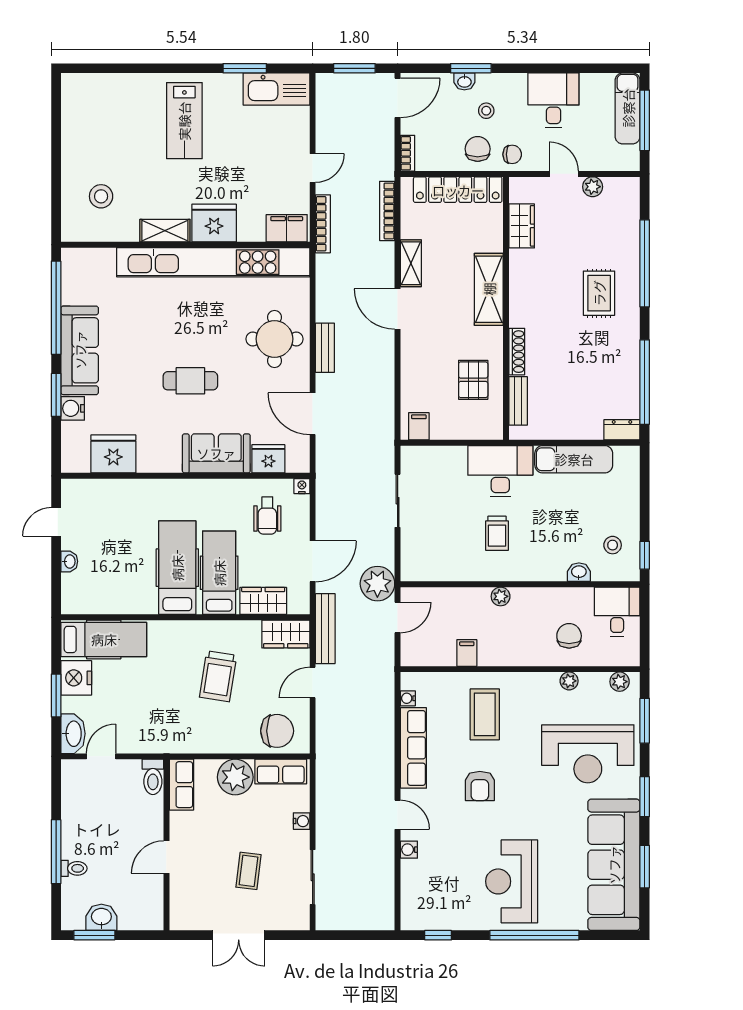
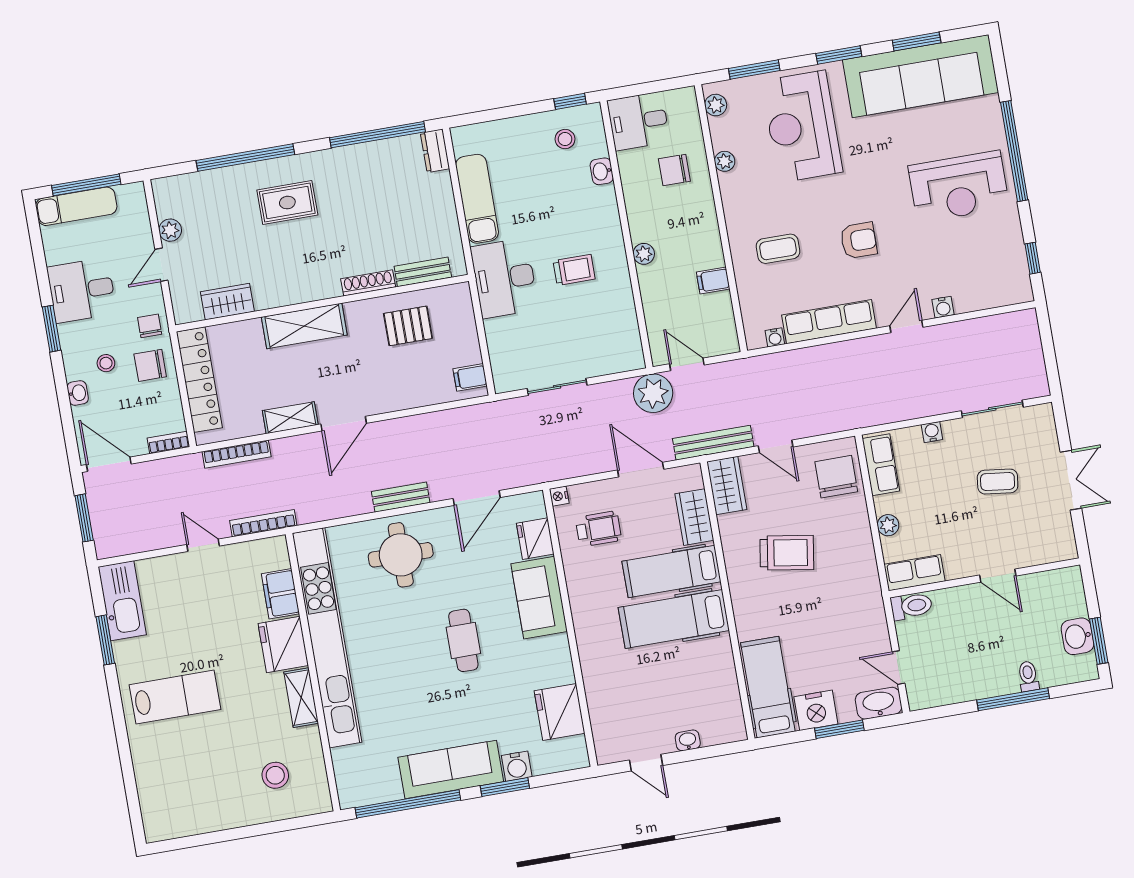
window: (471, 68) -> (51, 329), moved
filing cabinet: (287, 228) -> (280, 594), moved
coffee table: (485, 714) -> (778, 249), width x0.73, depth x0.77
reception desk: (588, 754) -> (802, 126), turned 180
plant: (235, 777) -> (888, 525), width x0.53, depth x0.53

